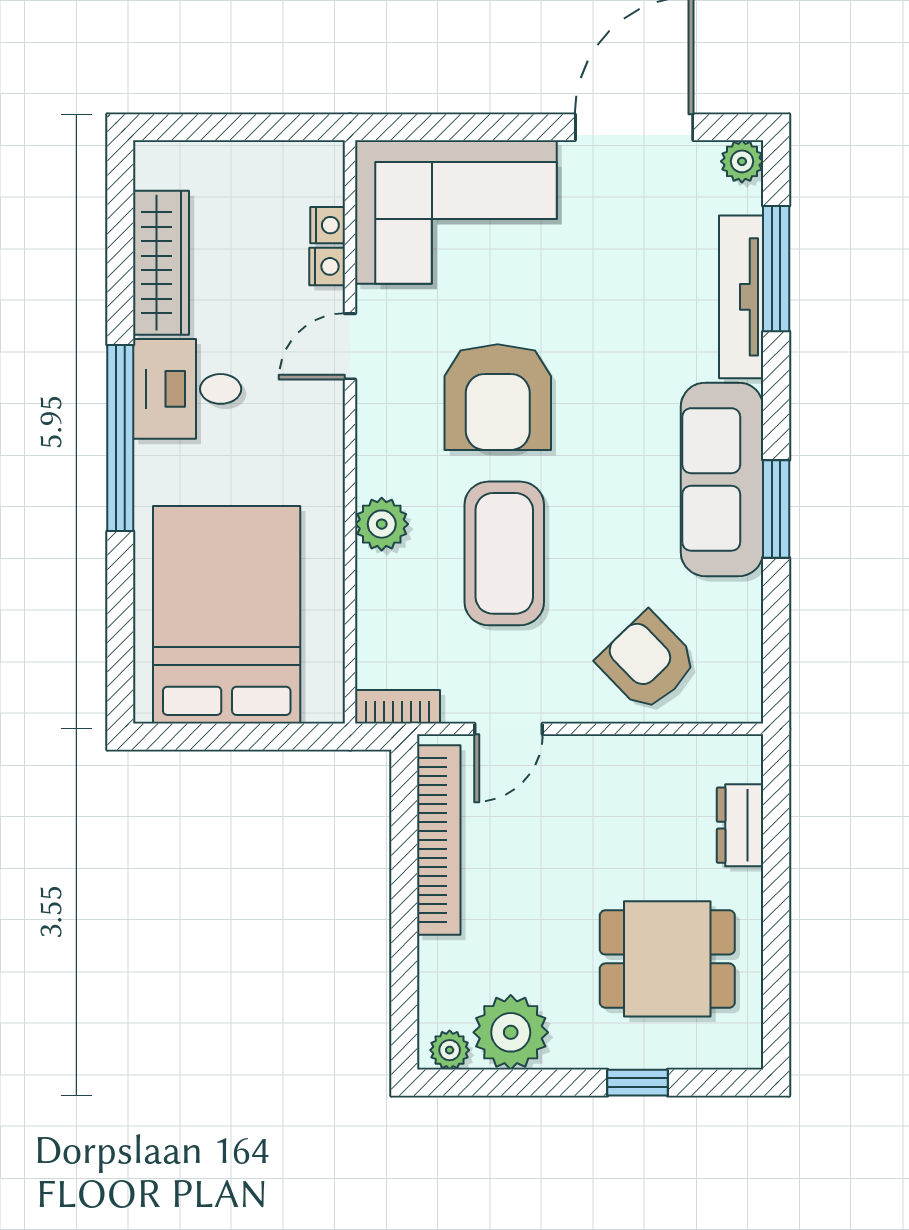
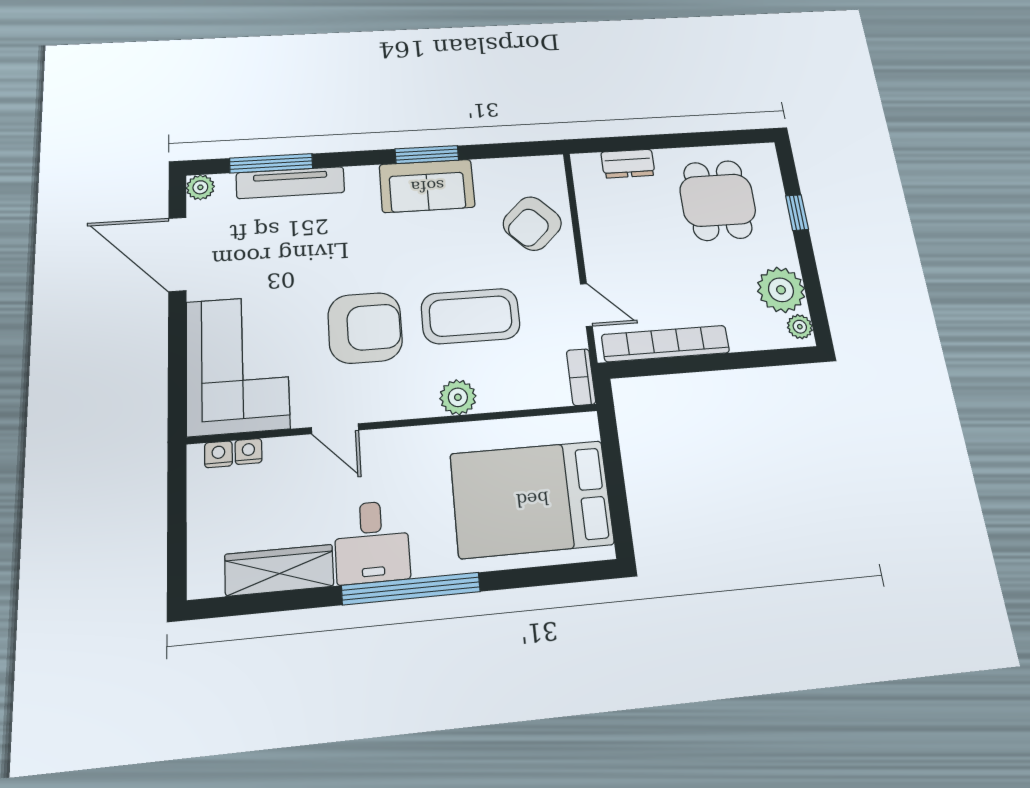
nightstand: (327, 266) -> (218, 454), moved
sofa: (722, 479) -> (427, 186), width x0.73

